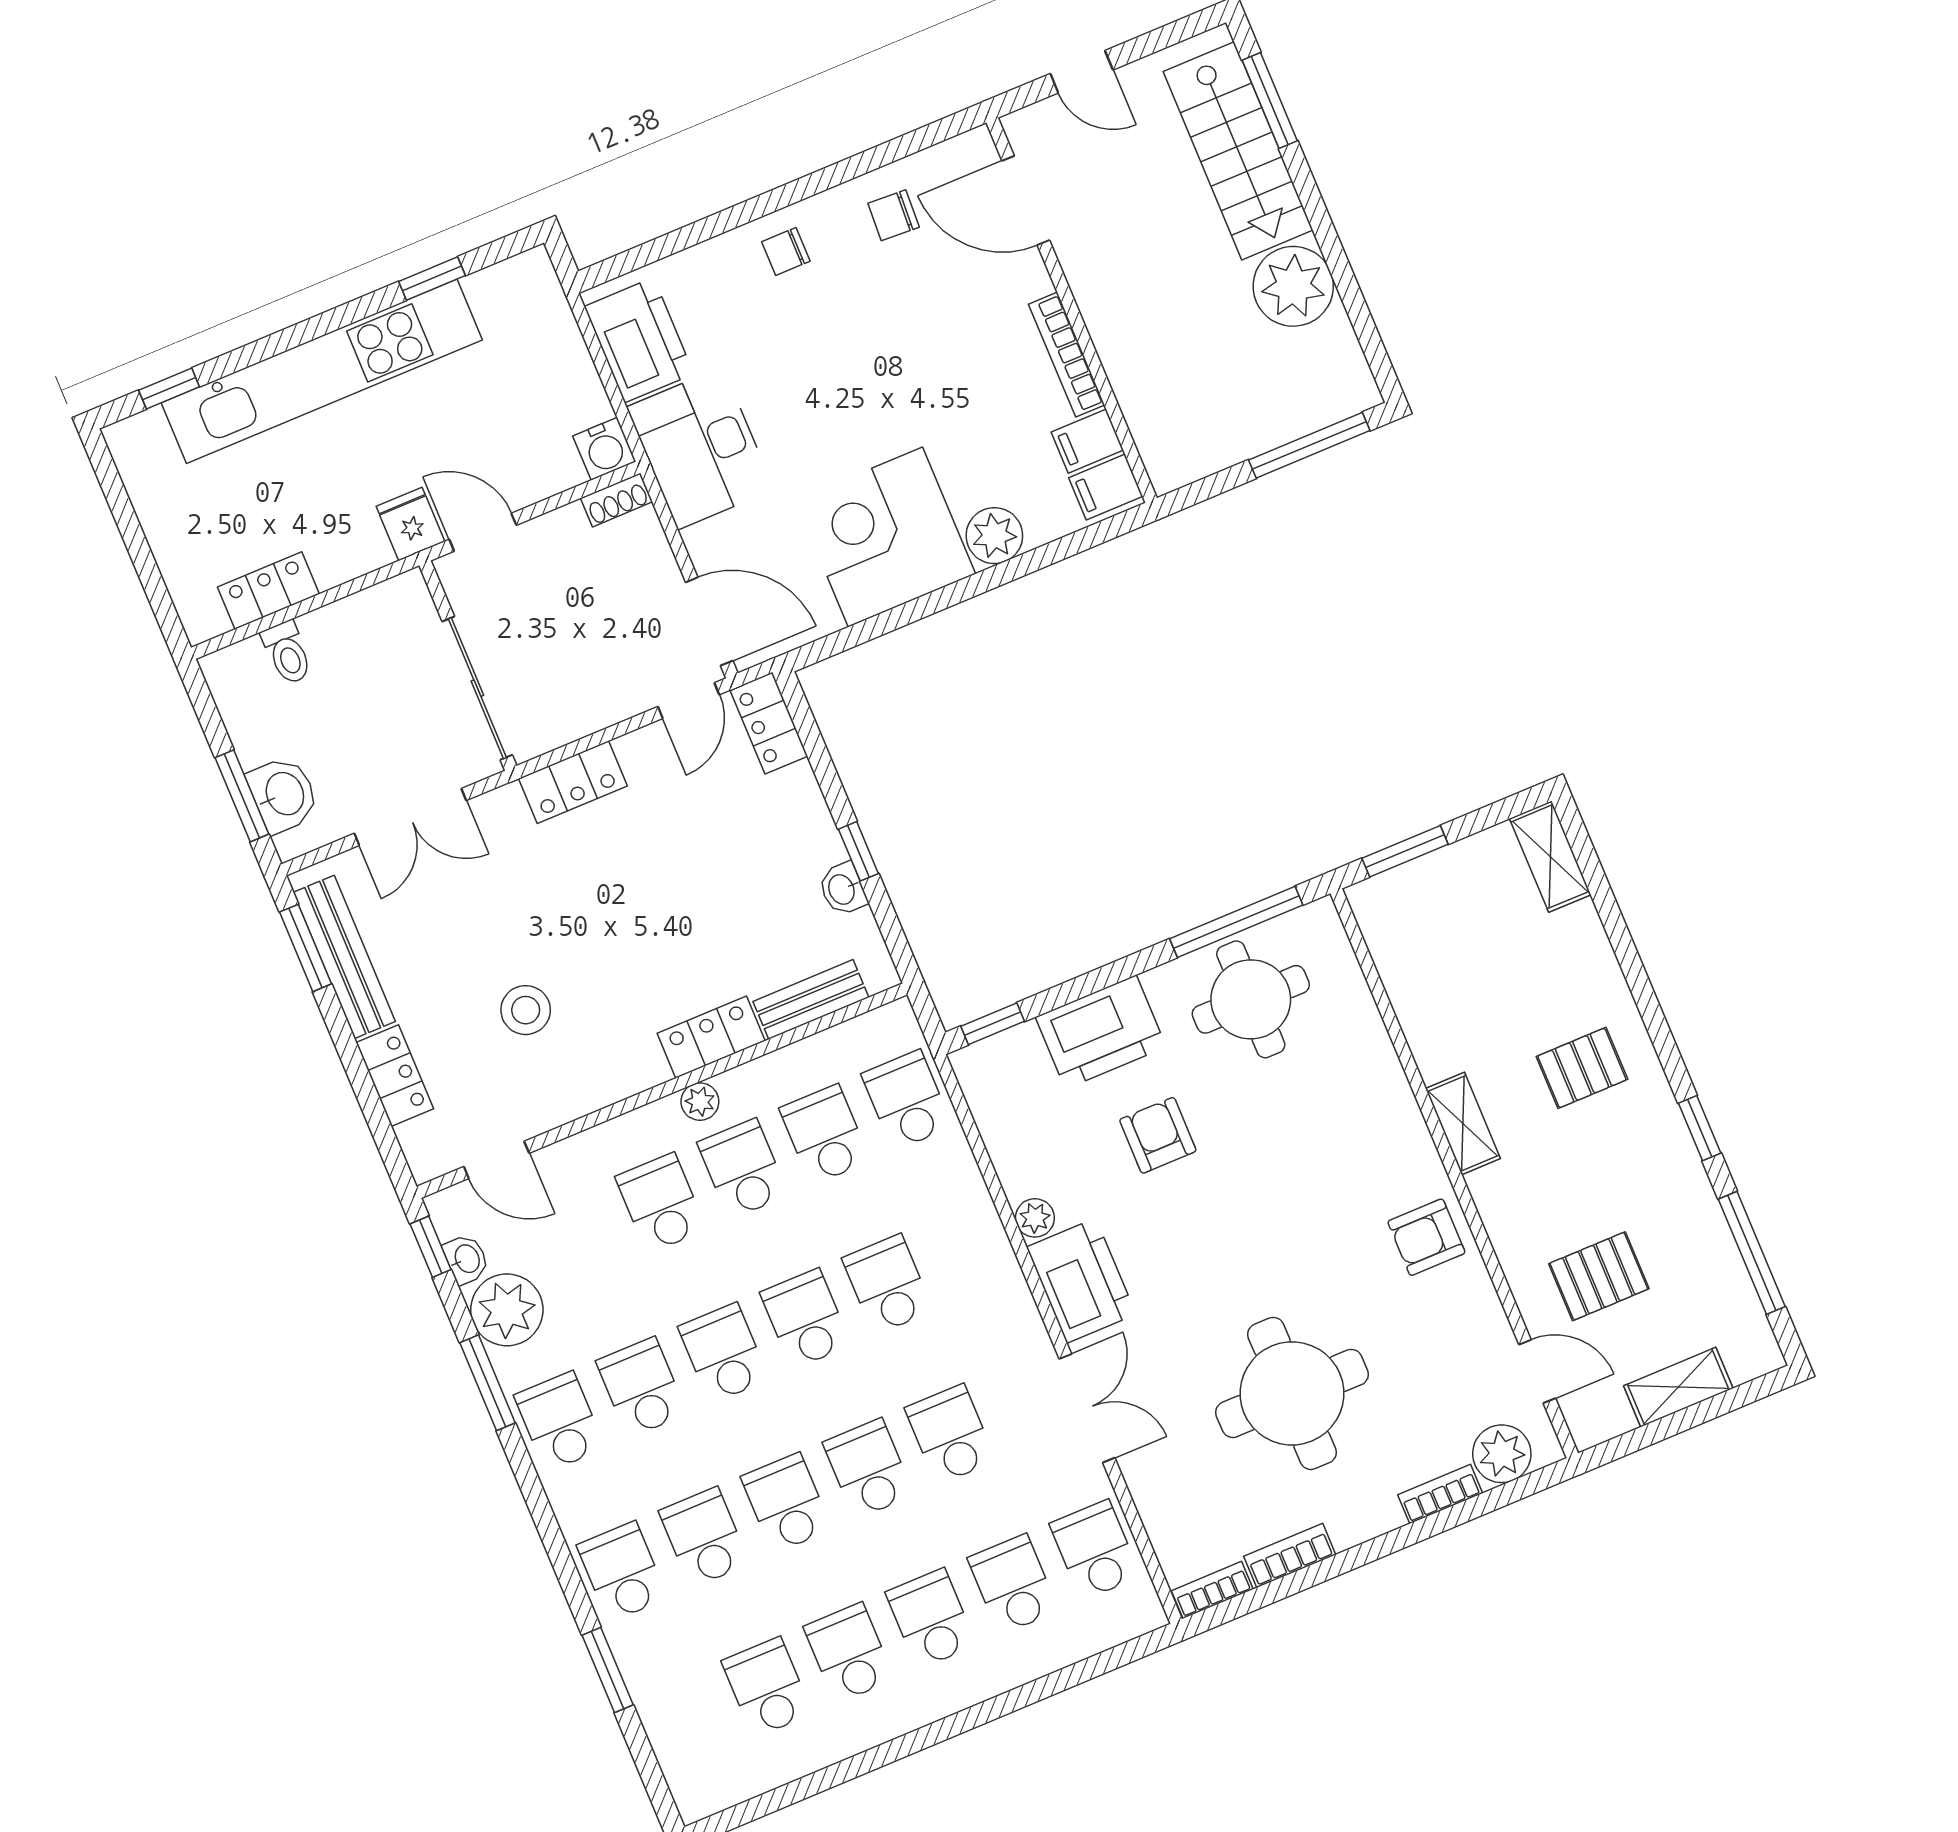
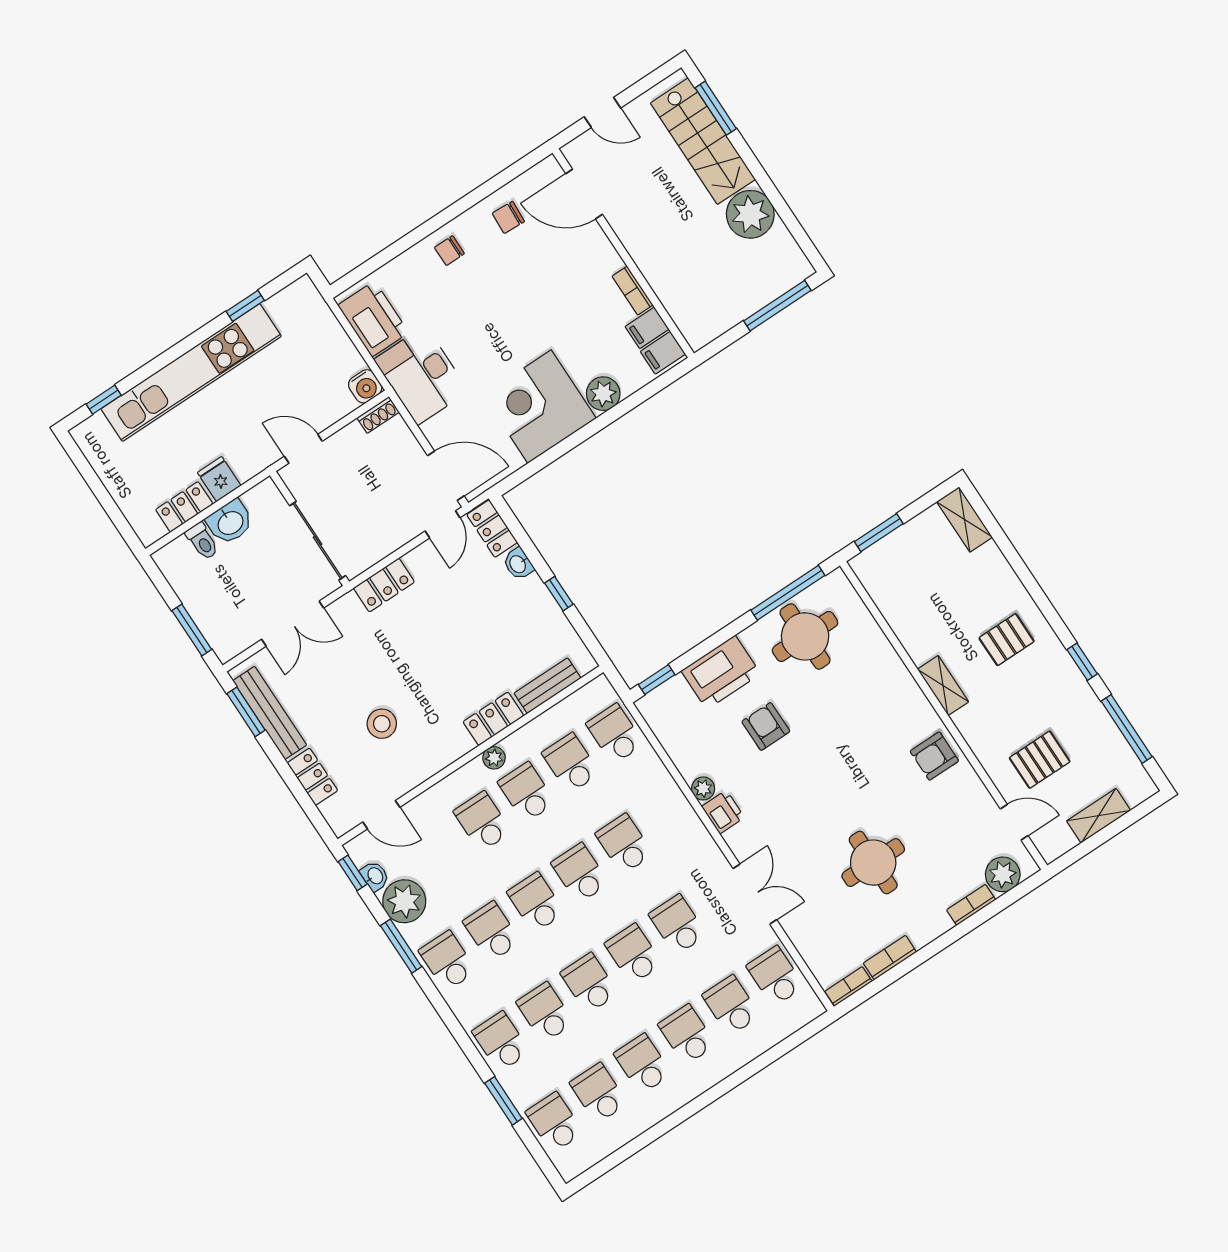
bookcase: (1067, 355) -> (633, 291), width x0.64
fridge: (410, 524) -> (219, 479), moved
washbasin: (283, 794) -> (230, 522), moved, turned 90
washbasin: (843, 889) -> (518, 564), moved
printer: (1081, 1281) -> (723, 812), width x0.53, depth x0.68
round table: (1292, 1393) -> (873, 863), width x0.73, depth x0.73
school desk: (685, 1722) -> (554, 1122), added

